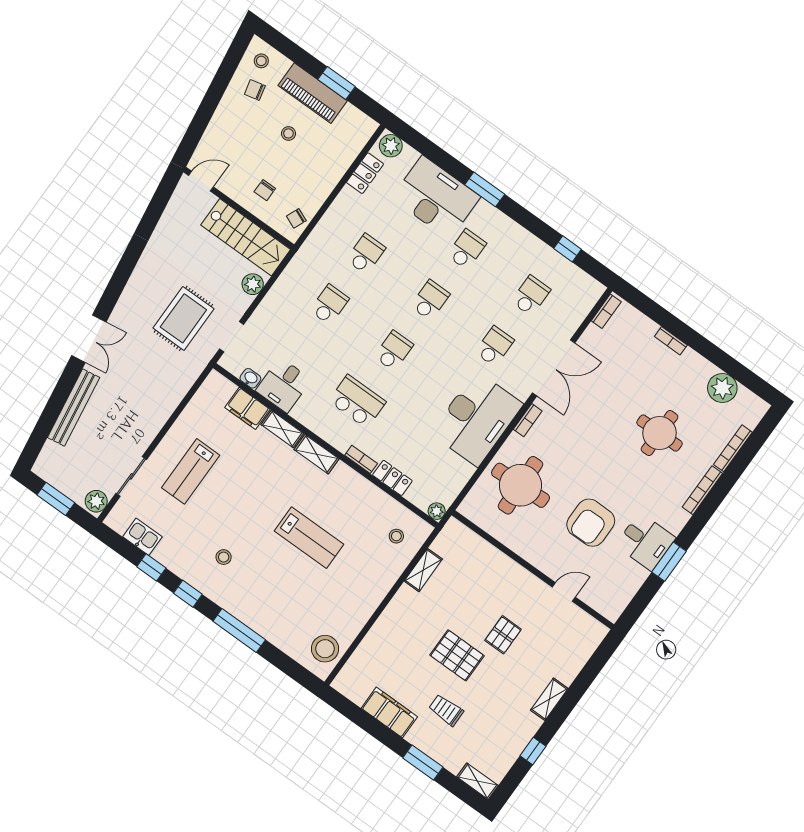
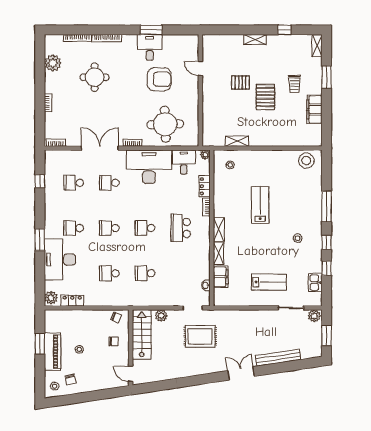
desk: (283, 385) -> (184, 162), moved, turned -90

